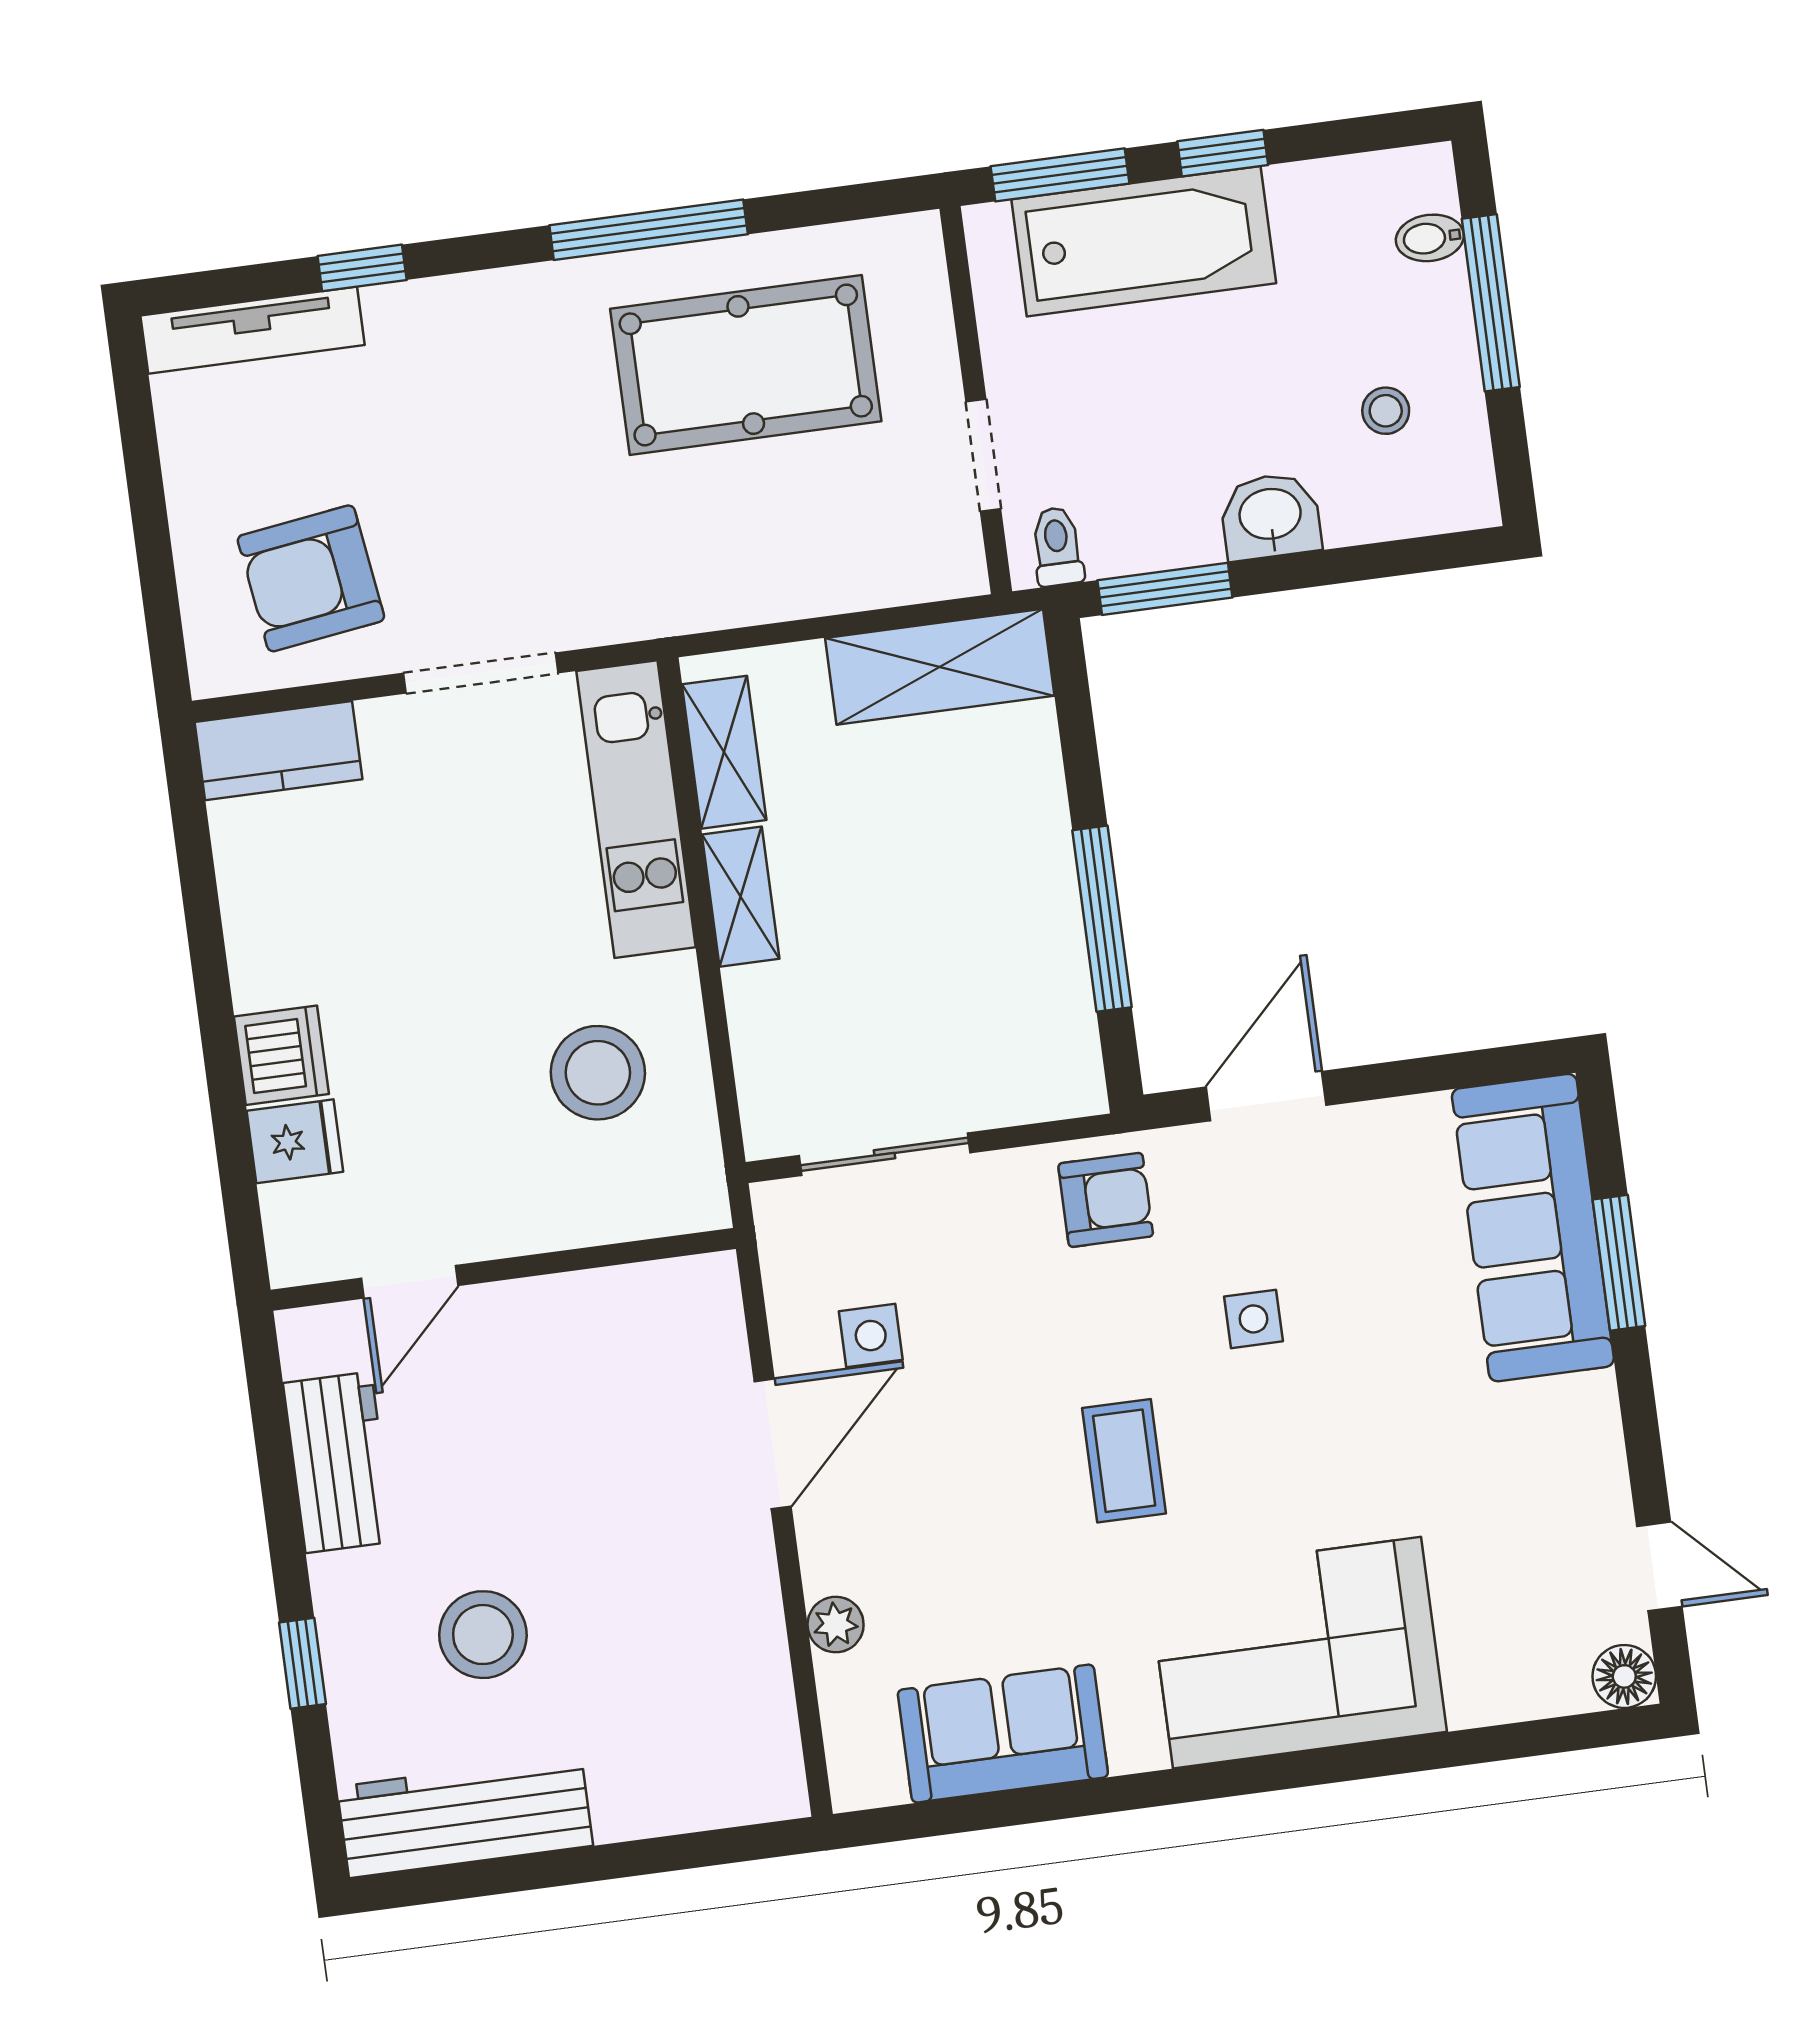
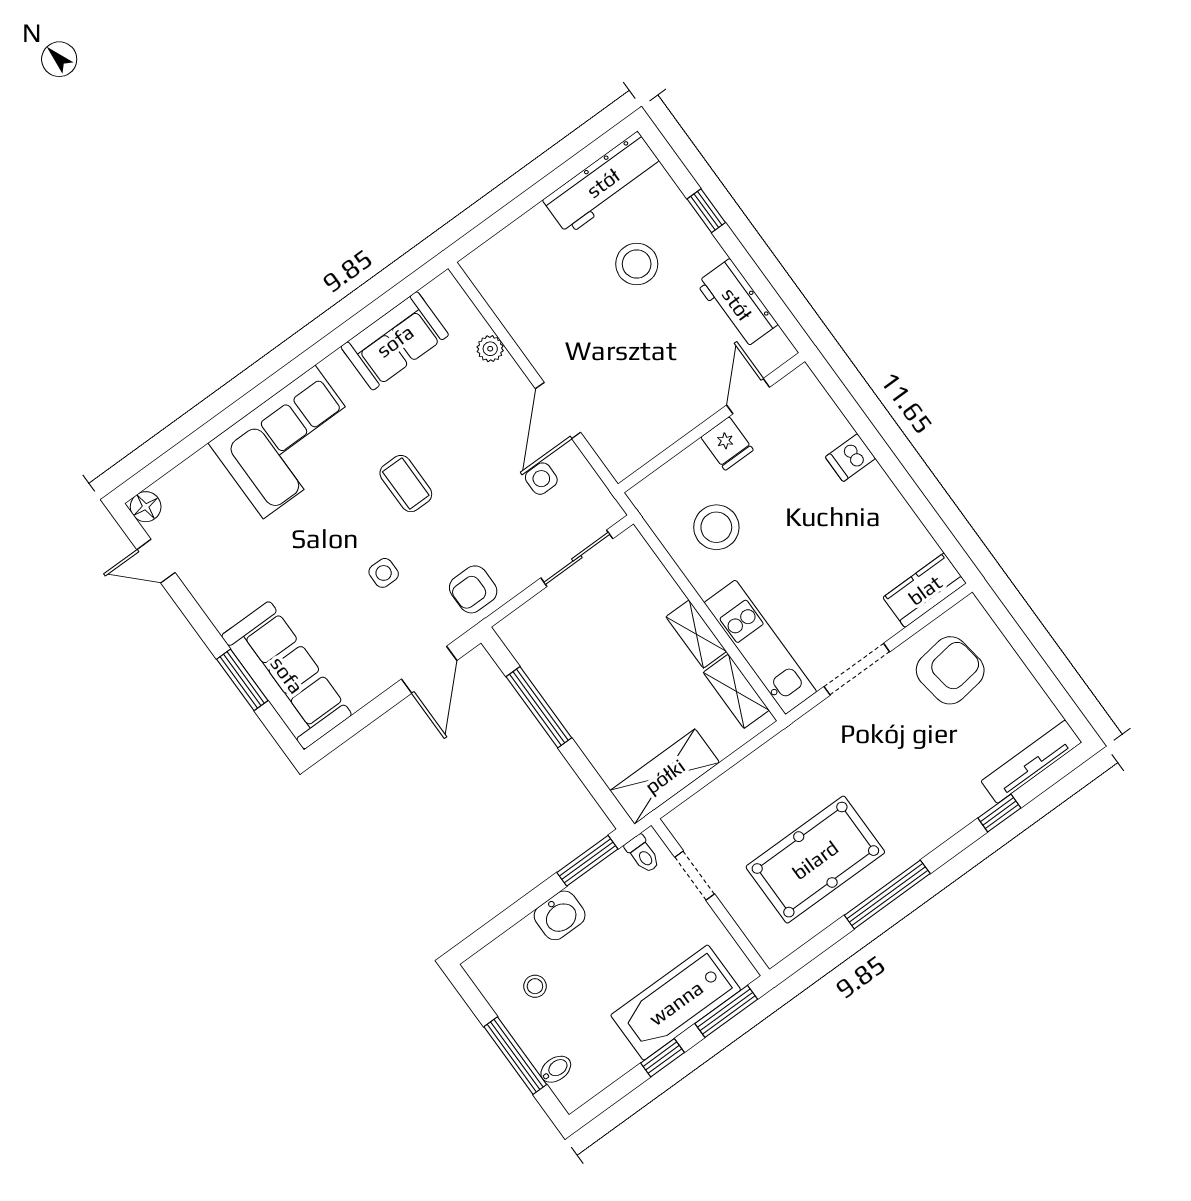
dishwasher: (281, 1055) -> (850, 458), width x0.73
fridge: (295, 1141) -> (727, 444), moved, turned -90

